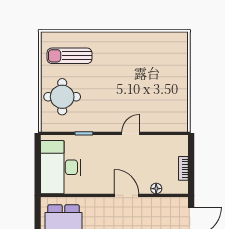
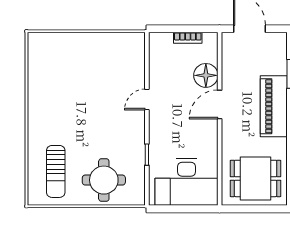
door: (131, 133) -> (147, 100), hinge flipped
floor lamp: (156, 189) -> (206, 75), width x1.89, depth x1.89

